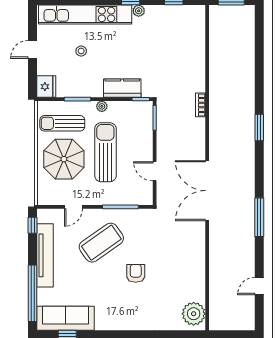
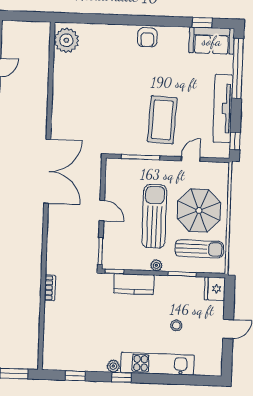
kitchen unit: (85, 14) -> (157, 364), width x0.73
bookcase: (200, 105) -> (50, 288), moved
sun lounger: (105, 152) -> (154, 216), turned 180
door: (155, 171) -> (102, 211), moved
coffee table: (101, 243) -> (162, 120), turned -52
armchair: (136, 273) -> (147, 37), moved
sofa: (66, 318) -> (212, 41), width x0.73

